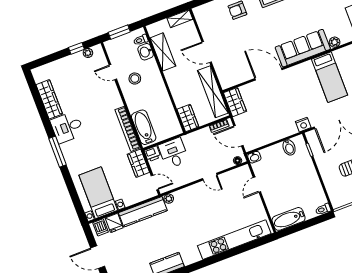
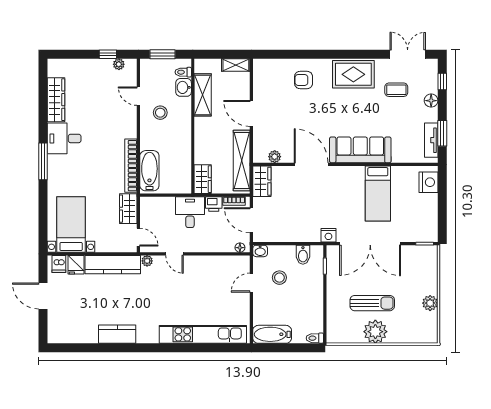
plant: (335, 42) -> (275, 157), moved
desk: (173, 153) -> (190, 212), moved
printer: (152, 154) -> (214, 204), moved
stool: (277, 172) -> (279, 278), added
door: (210, 177) -> (174, 254), moved

